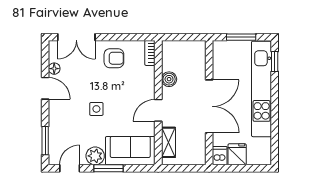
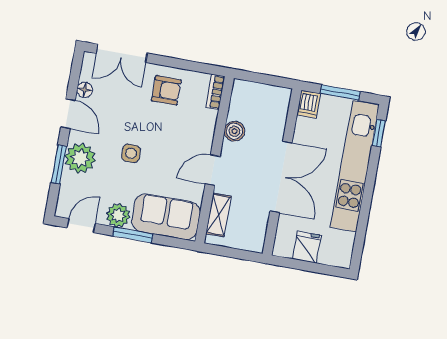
plant: (60, 119) -> (80, 158), added
window: (45, 141) -> (59, 164), moved
dishwasher: (220, 156) -> (309, 104), moved, turned 180

